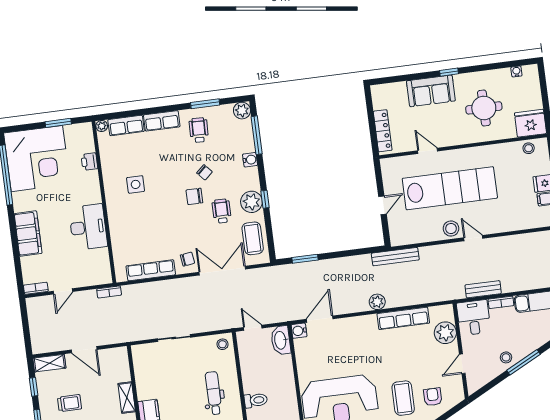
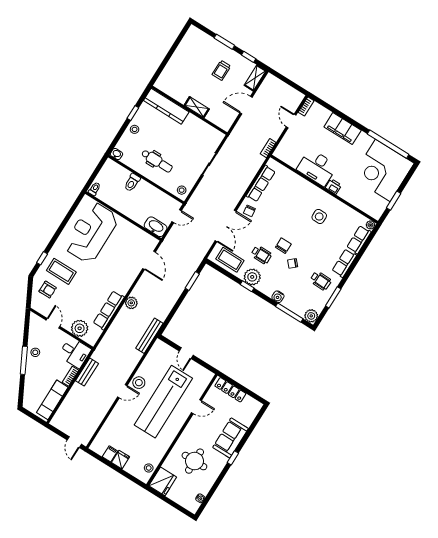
printer: (89, 162) -> (333, 186), moved
water cooler: (299, 331) -> (152, 242), removed

